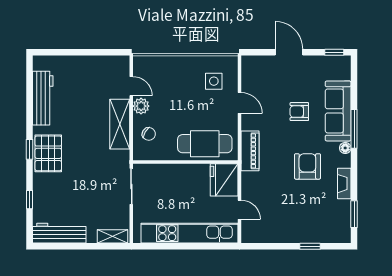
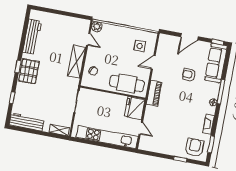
door: (289, 52) -> (190, 37), swing flipped
door: (239, 103) -> (153, 62), swing flipped
plant: (141, 106) -> (97, 27), moved
sofa: (338, 111) -> (216, 63), moved
armchair: (307, 166) -> (195, 148), moved

